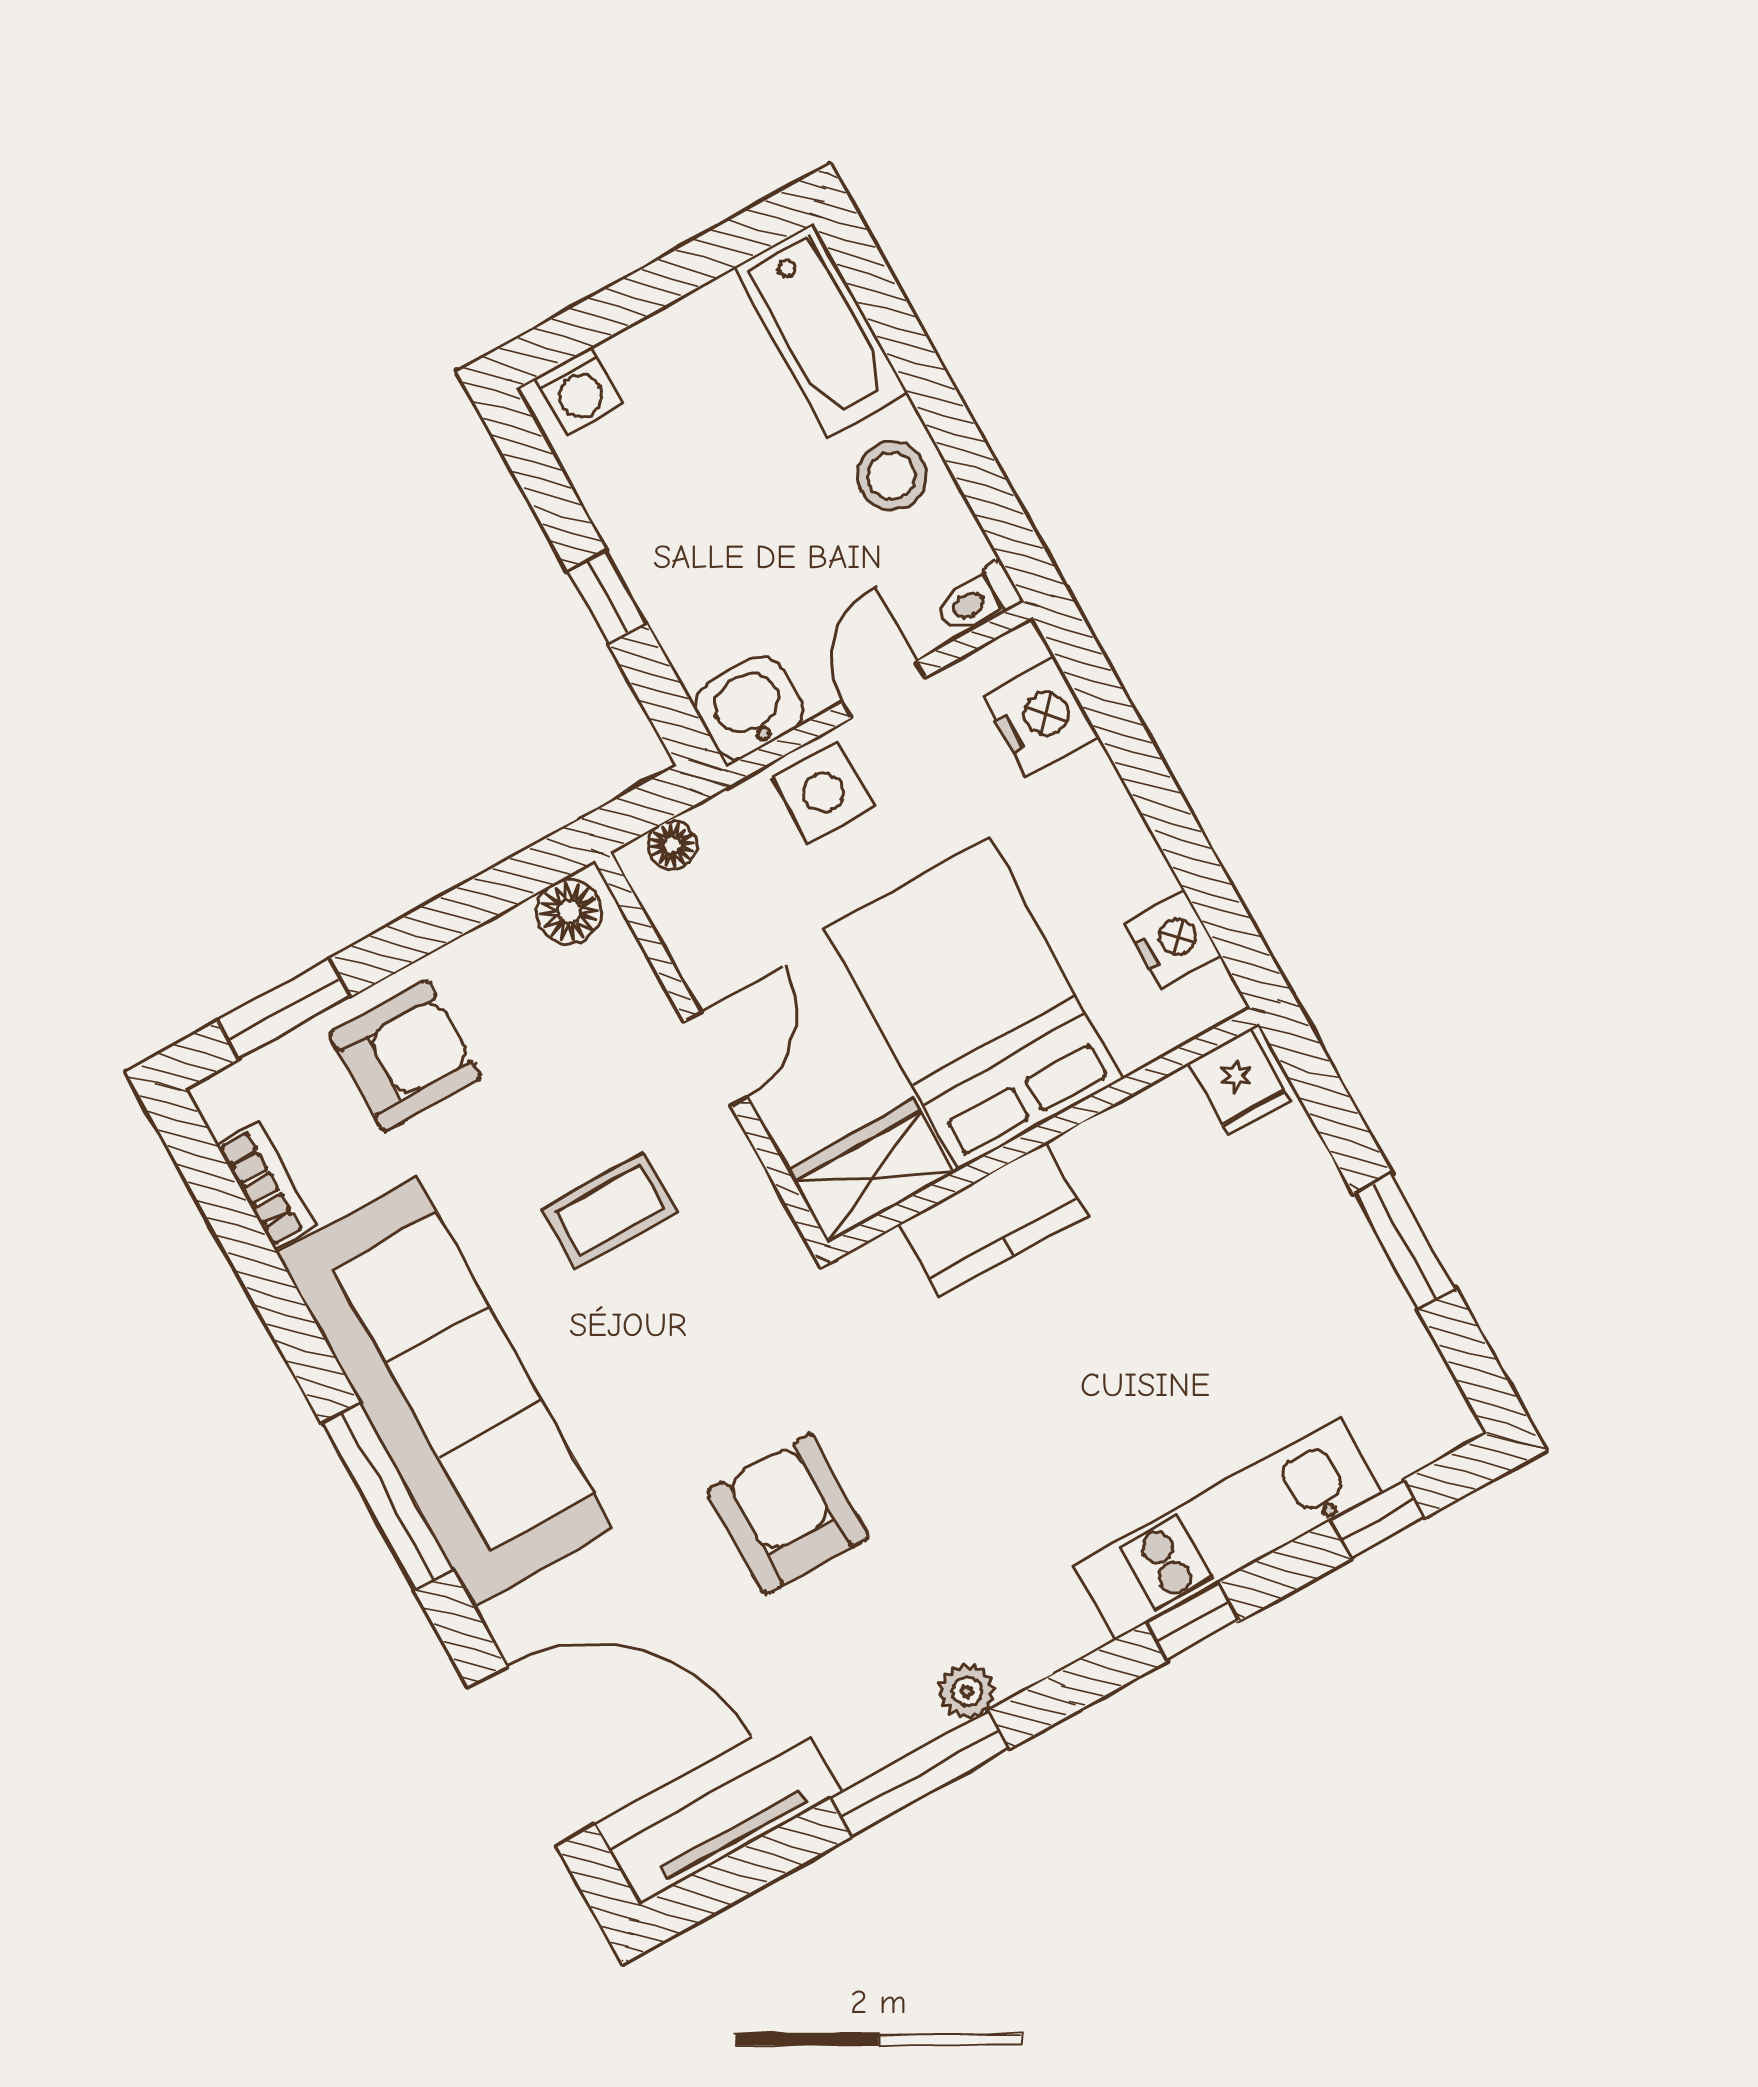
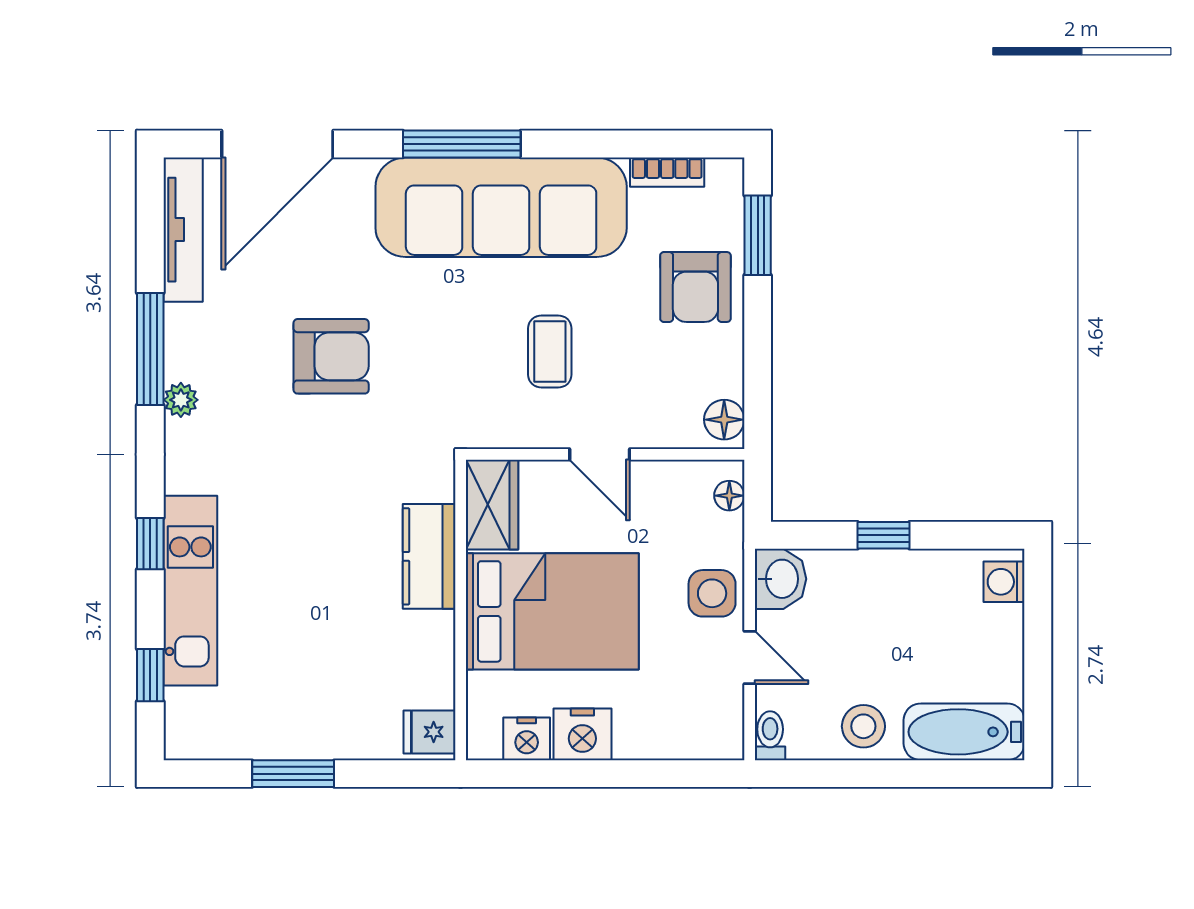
nightstand: (1041, 717) -> (582, 734), moved

